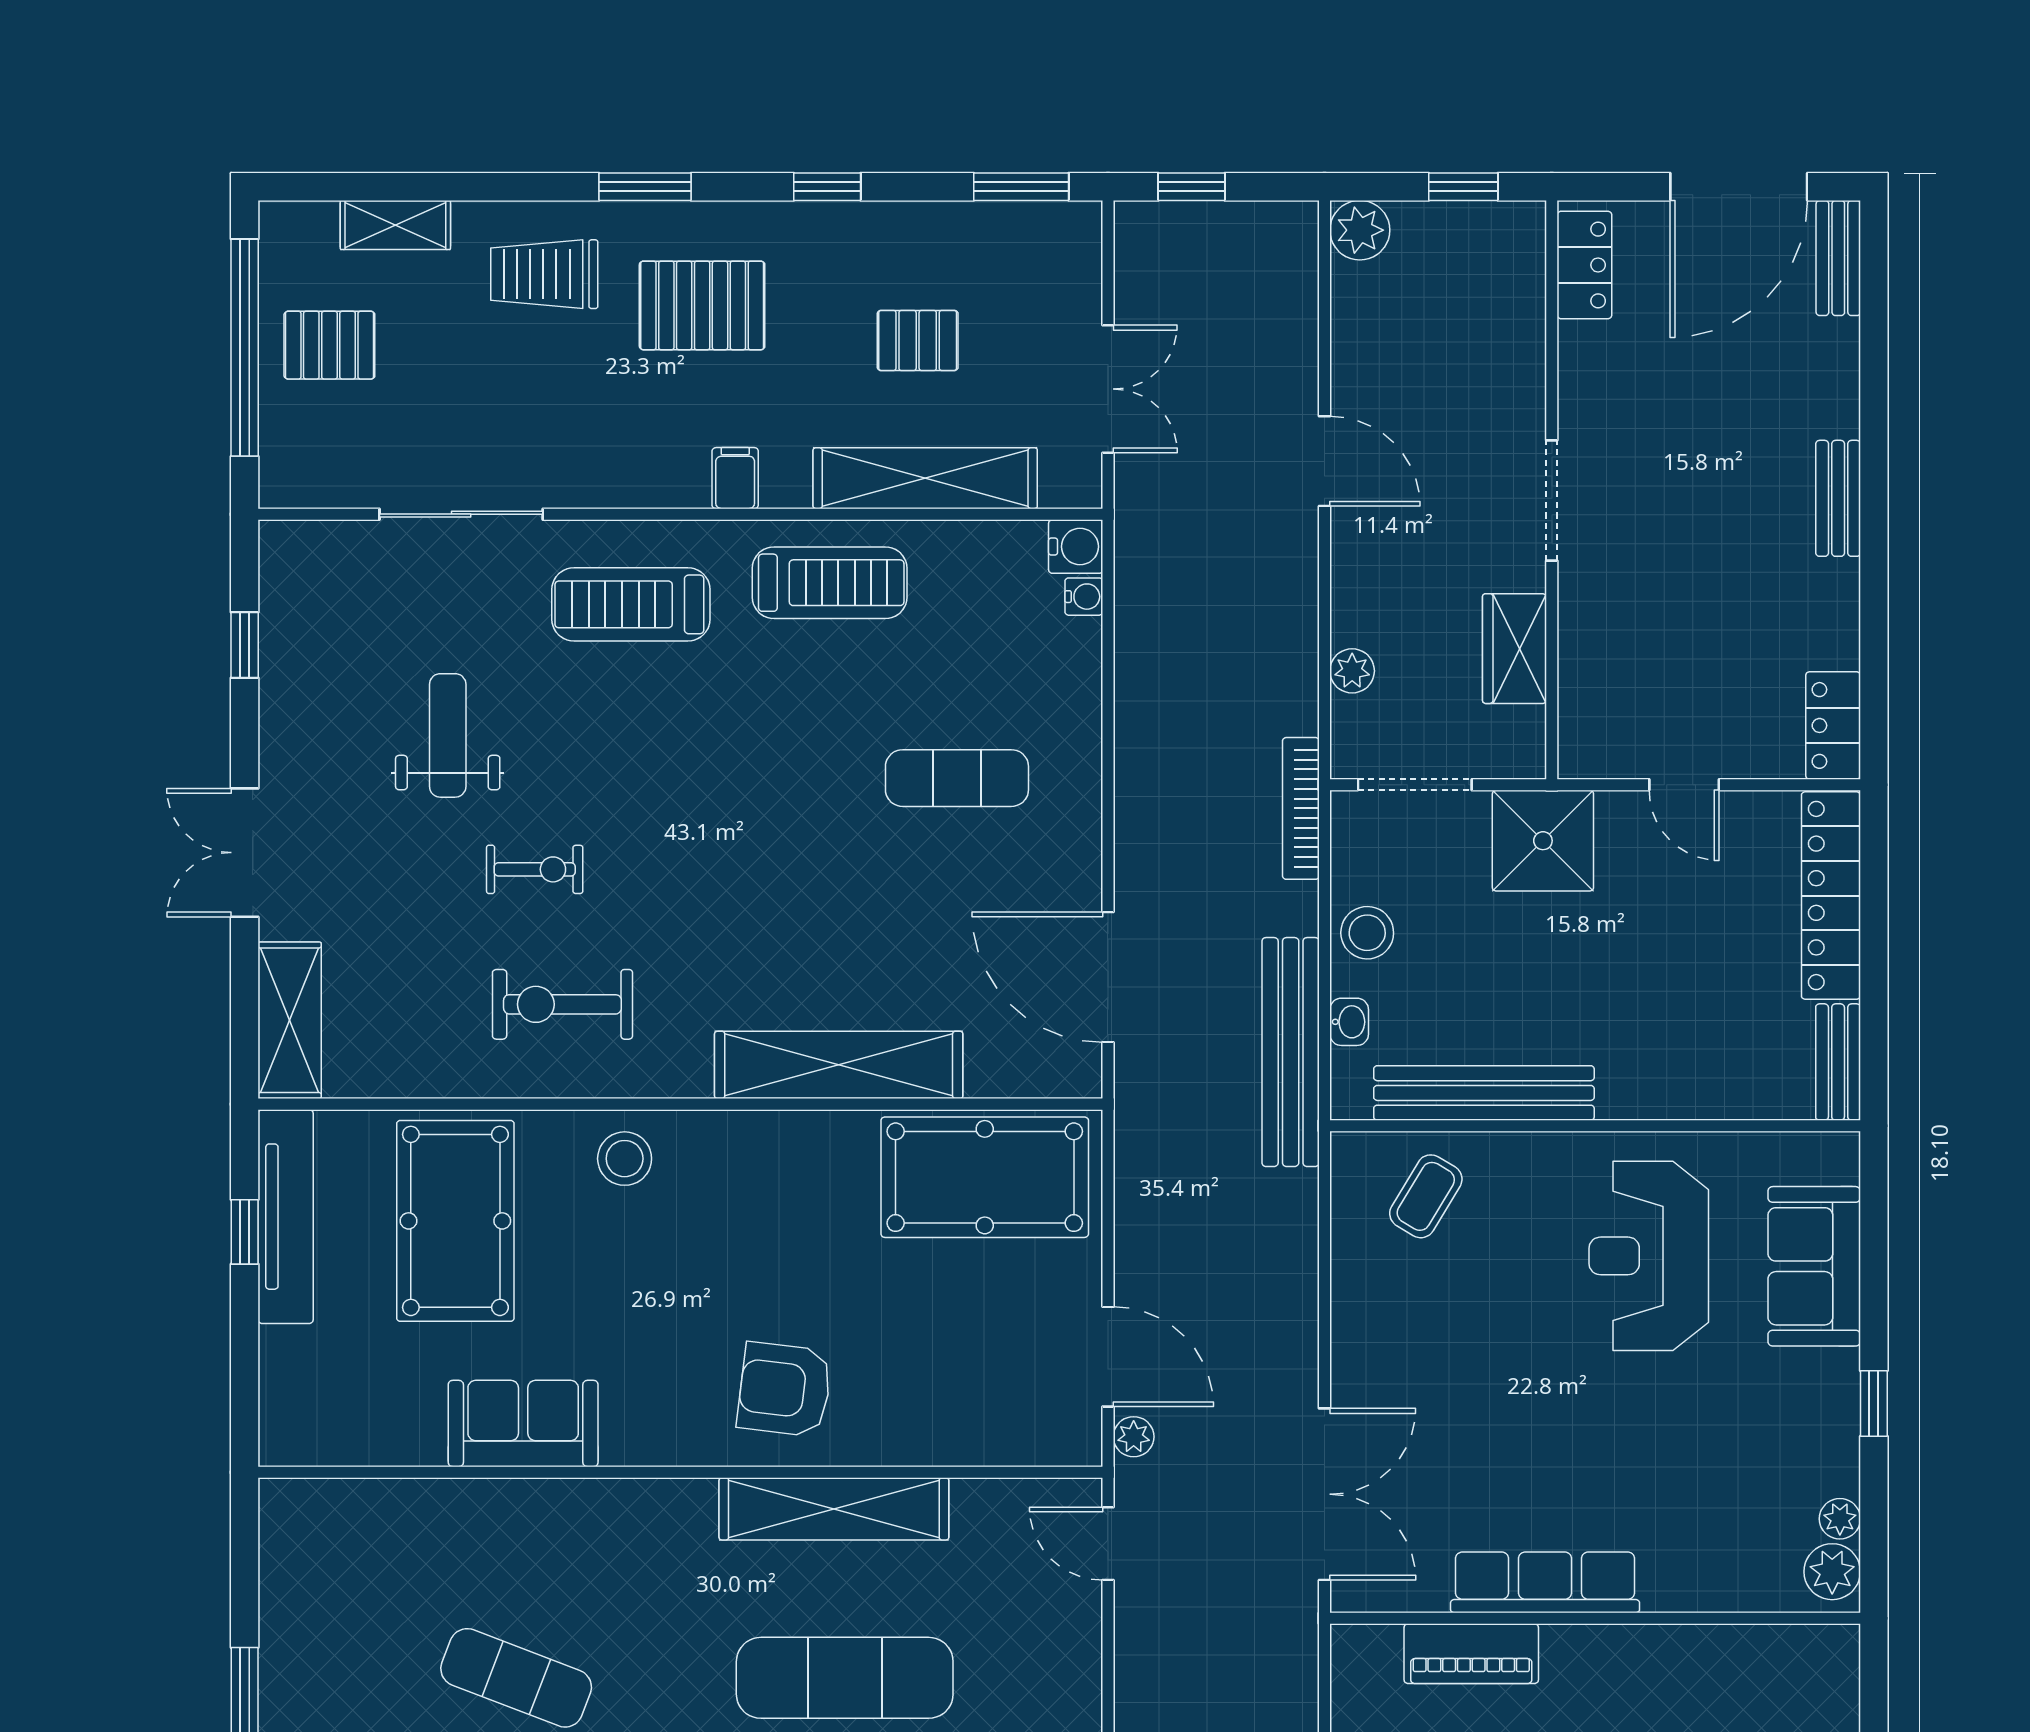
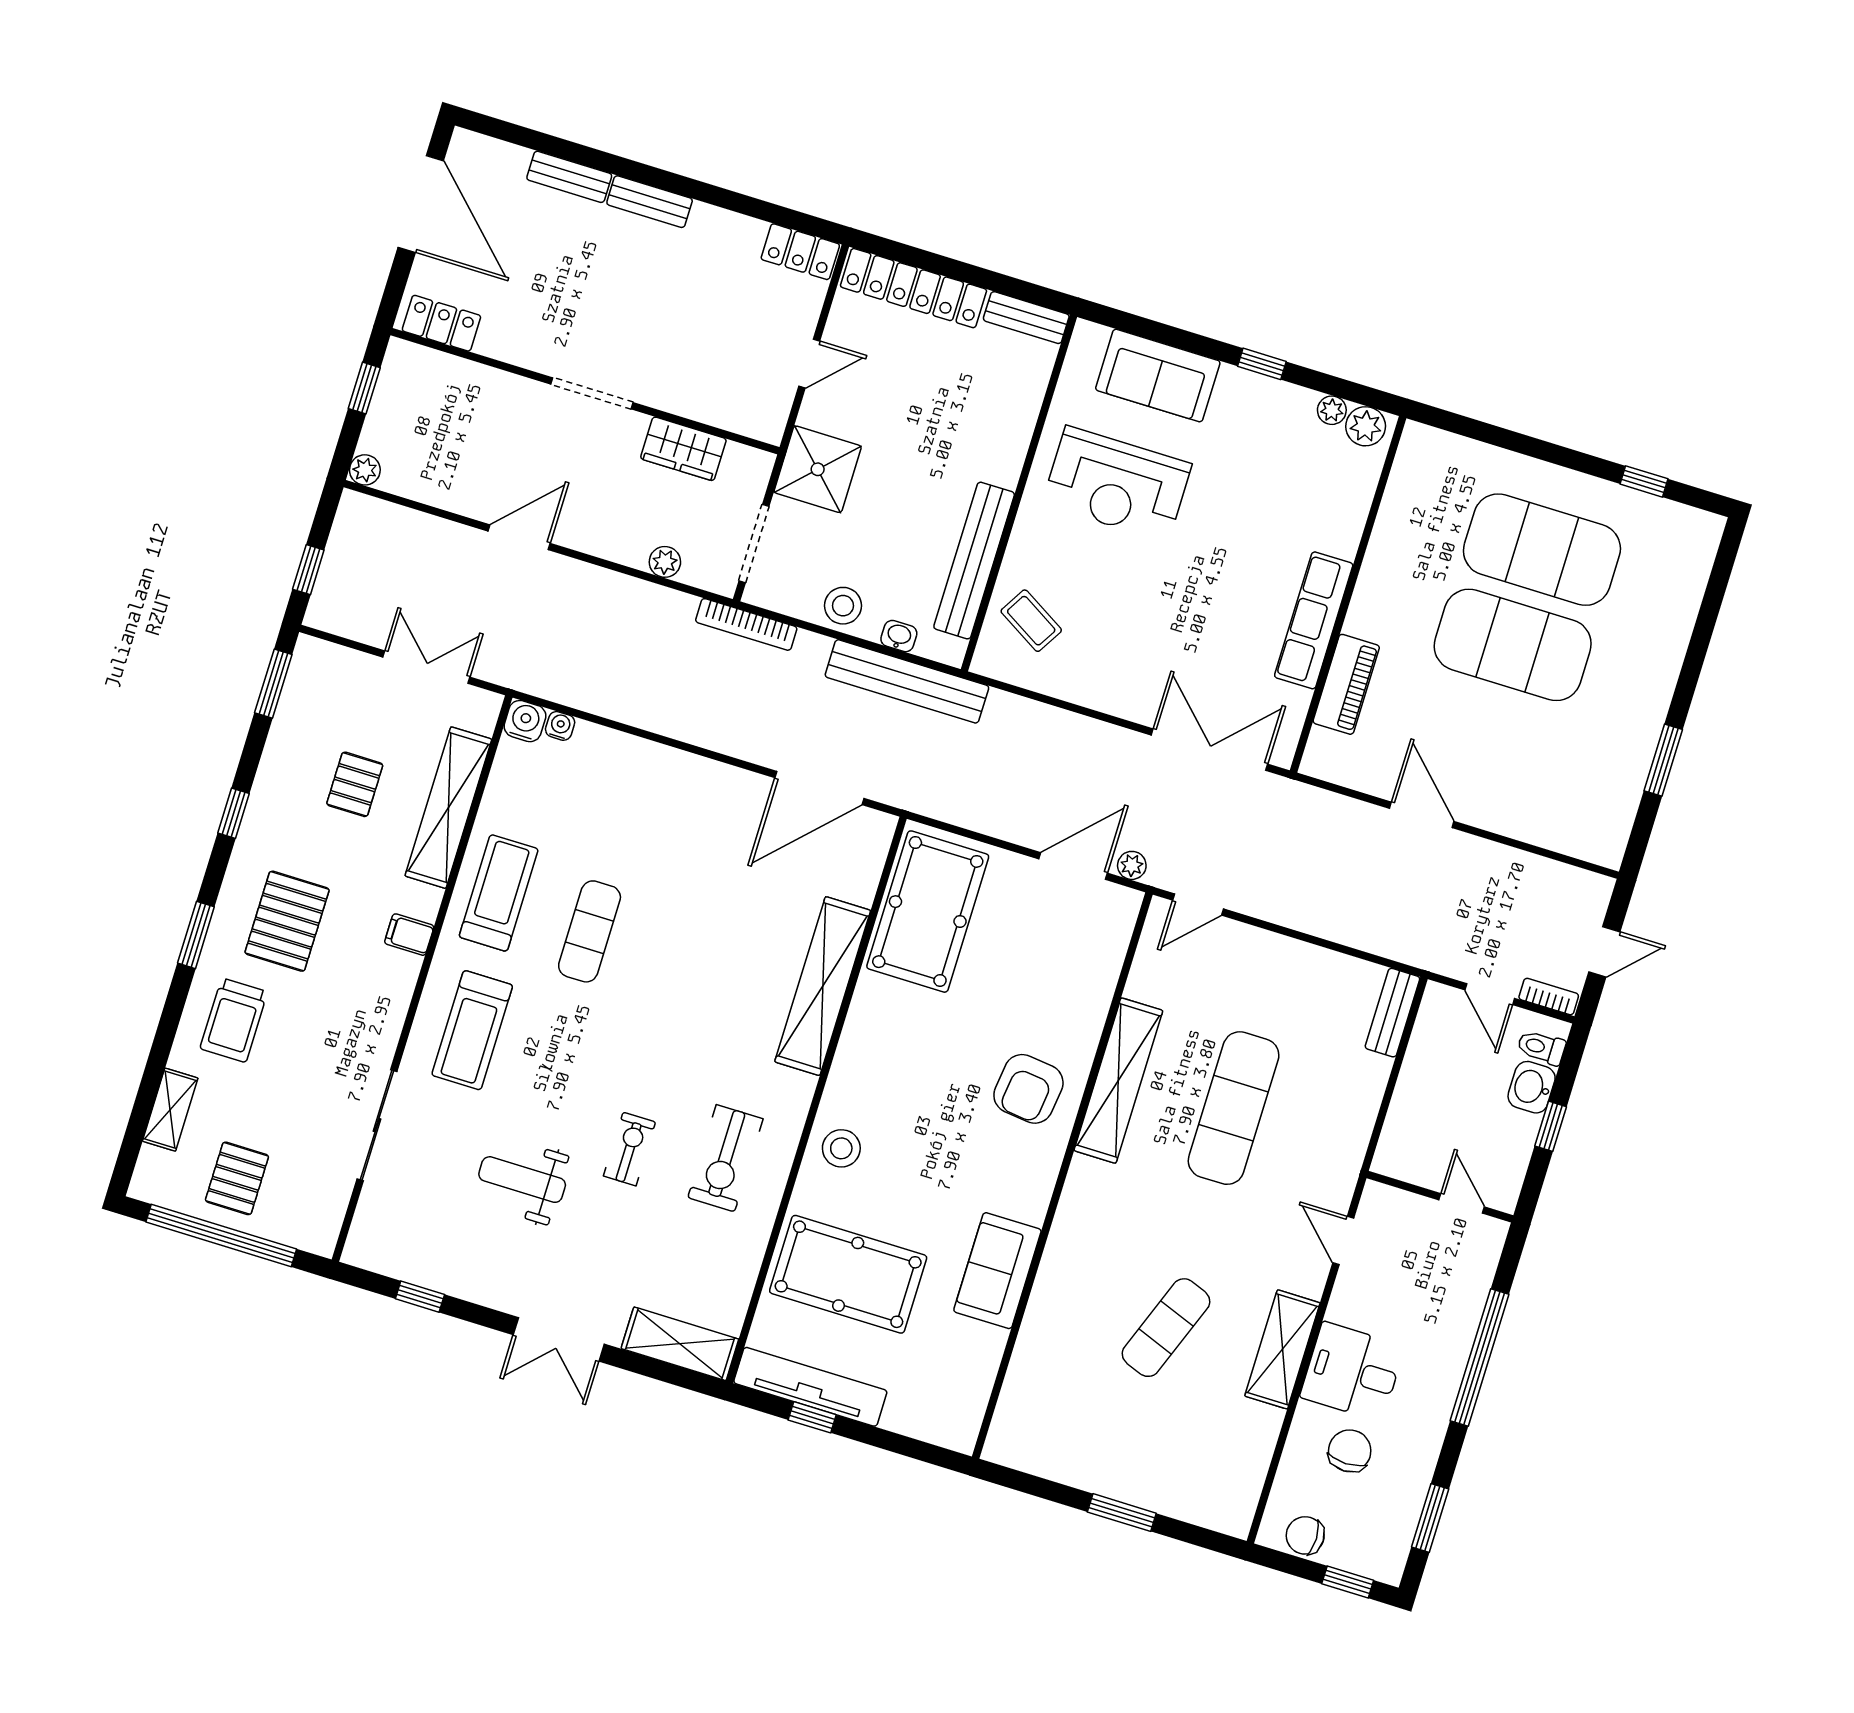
plant: (1360, 230) -> (365, 470), width x0.73, depth x0.73
bench: (1838, 258) -> (569, 177), moved
exercise mat: (957, 778) -> (590, 931), moved

